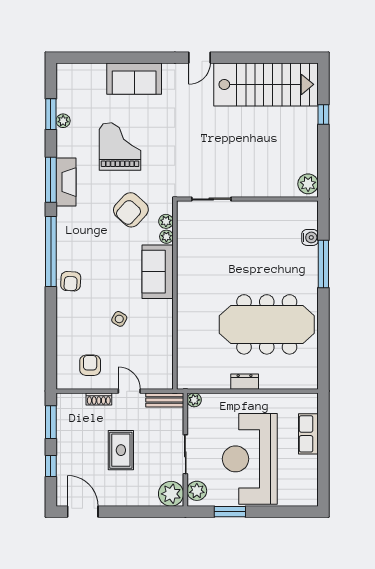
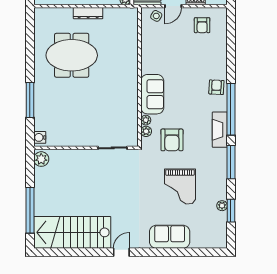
window: (323, 115) -> (30, 210), width x3.17
fireplace: (66, 182) -> (220, 130), moved
armchair: (131, 210) -> (172, 140), turned 138
water cooler: (310, 237) -> (40, 137), moved
side table: (119, 319) -> (156, 16), moved
meeting table: (267, 324) -> (72, 55), width x0.73
dresser: (245, 382) -> (88, 13), width x1.44
door: (129, 391) -> (173, 6), hinge flipped

